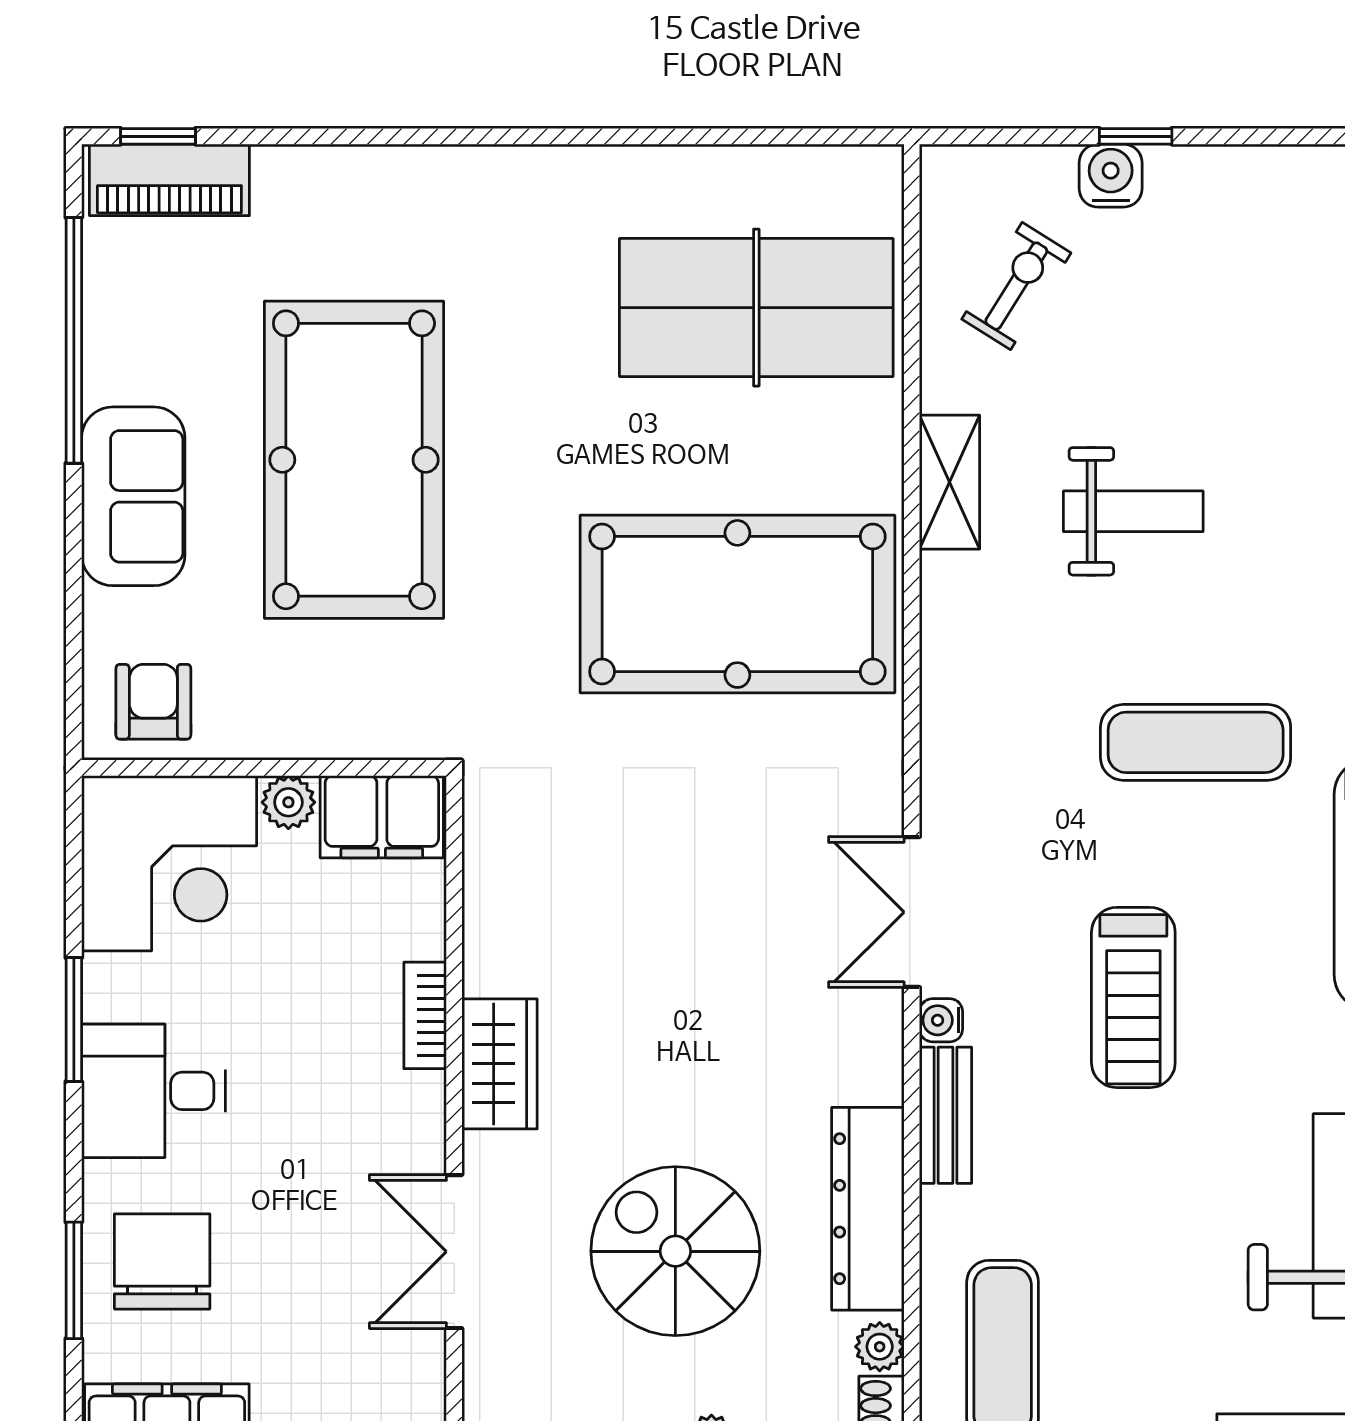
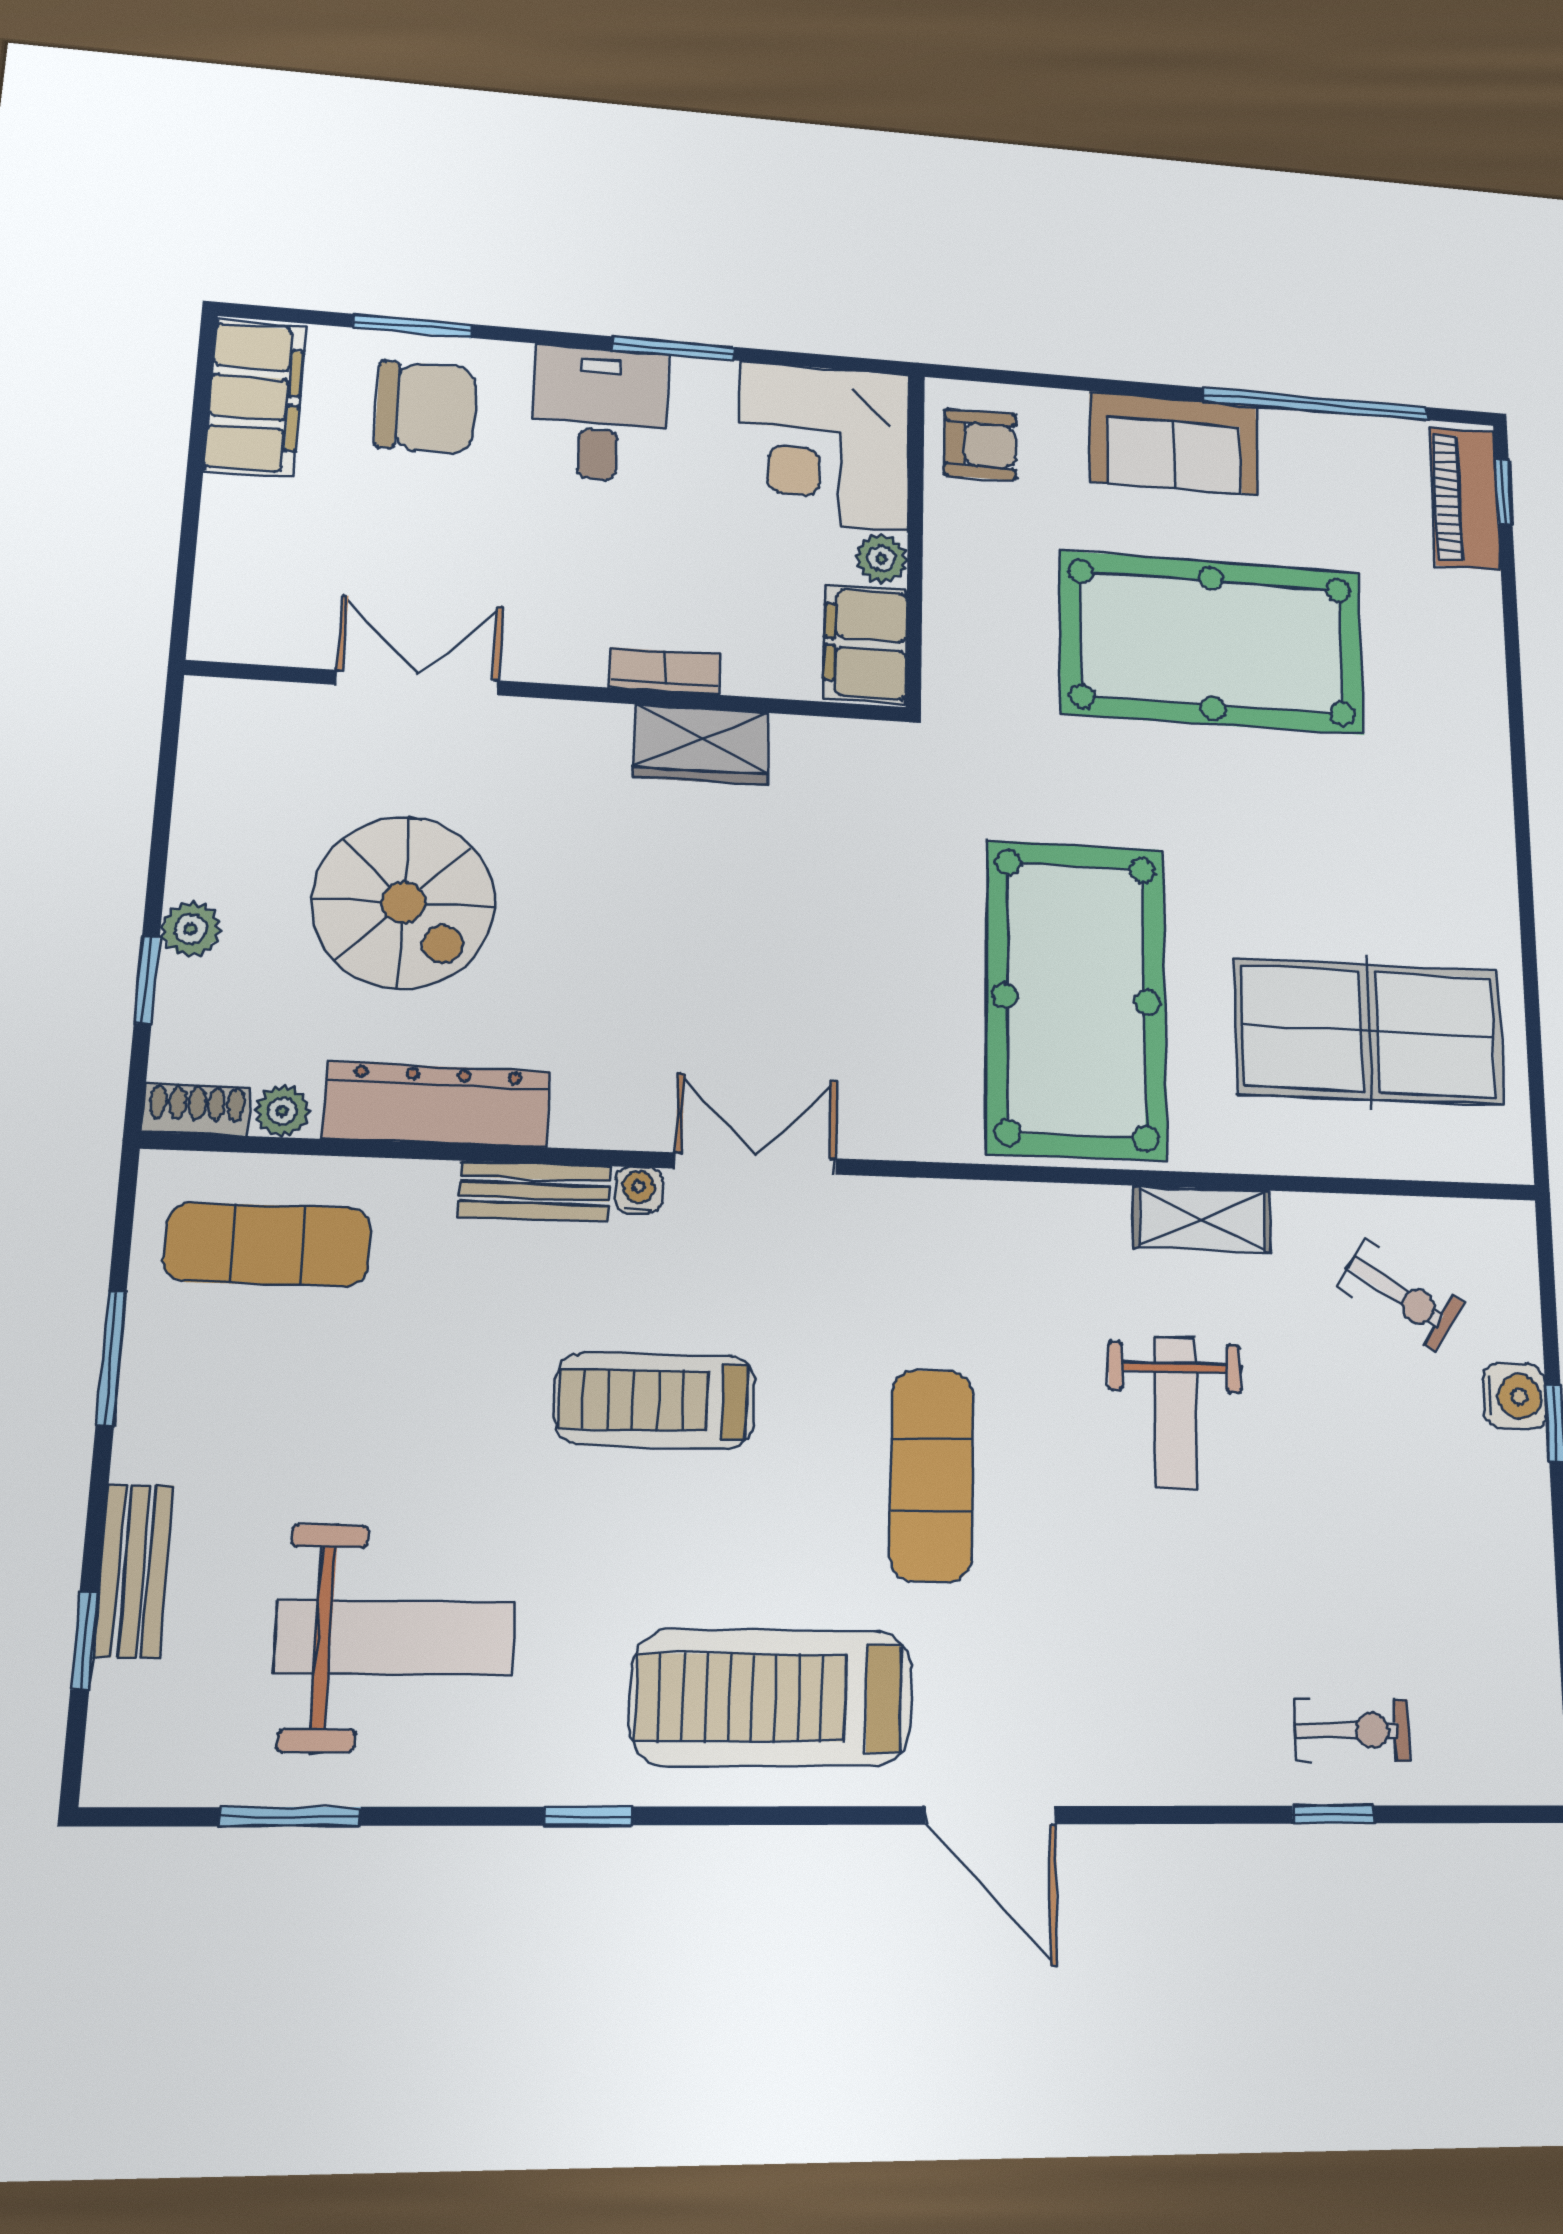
table tennis table: (756, 308) -> (1369, 1032), turned 90
wardrobe: (500, 1064) -> (701, 745), moved
spiral stairs: (675, 1251) -> (403, 903), turned 90

